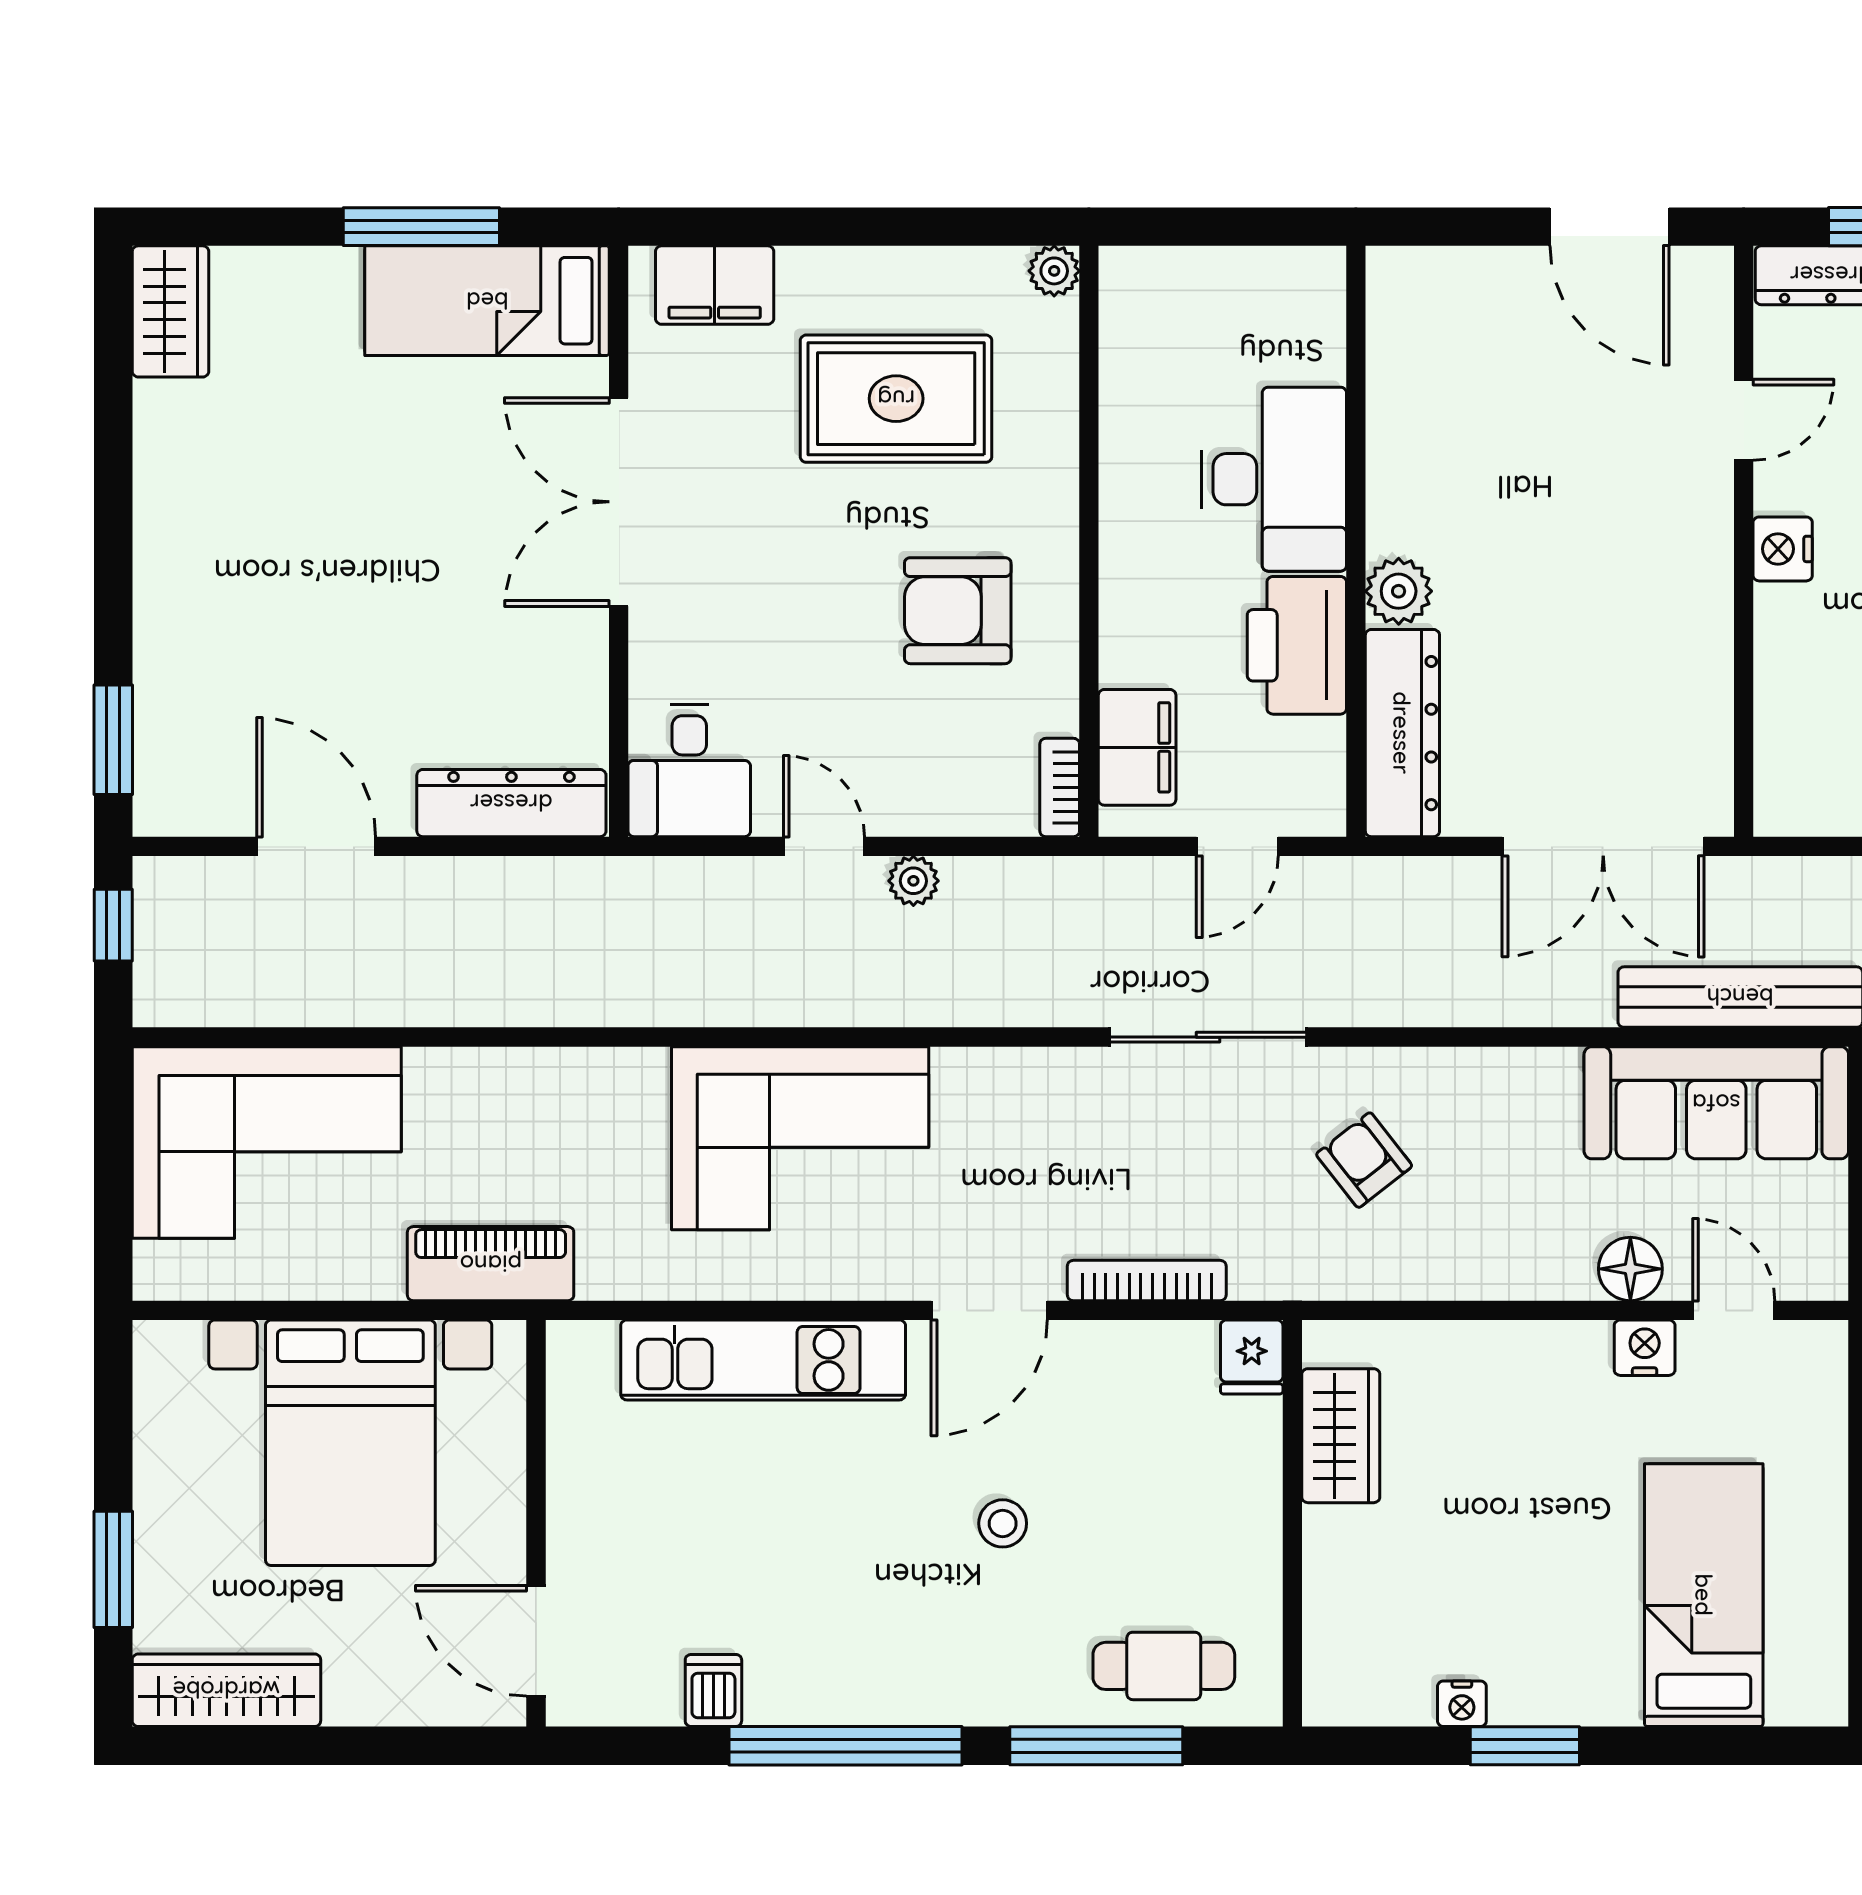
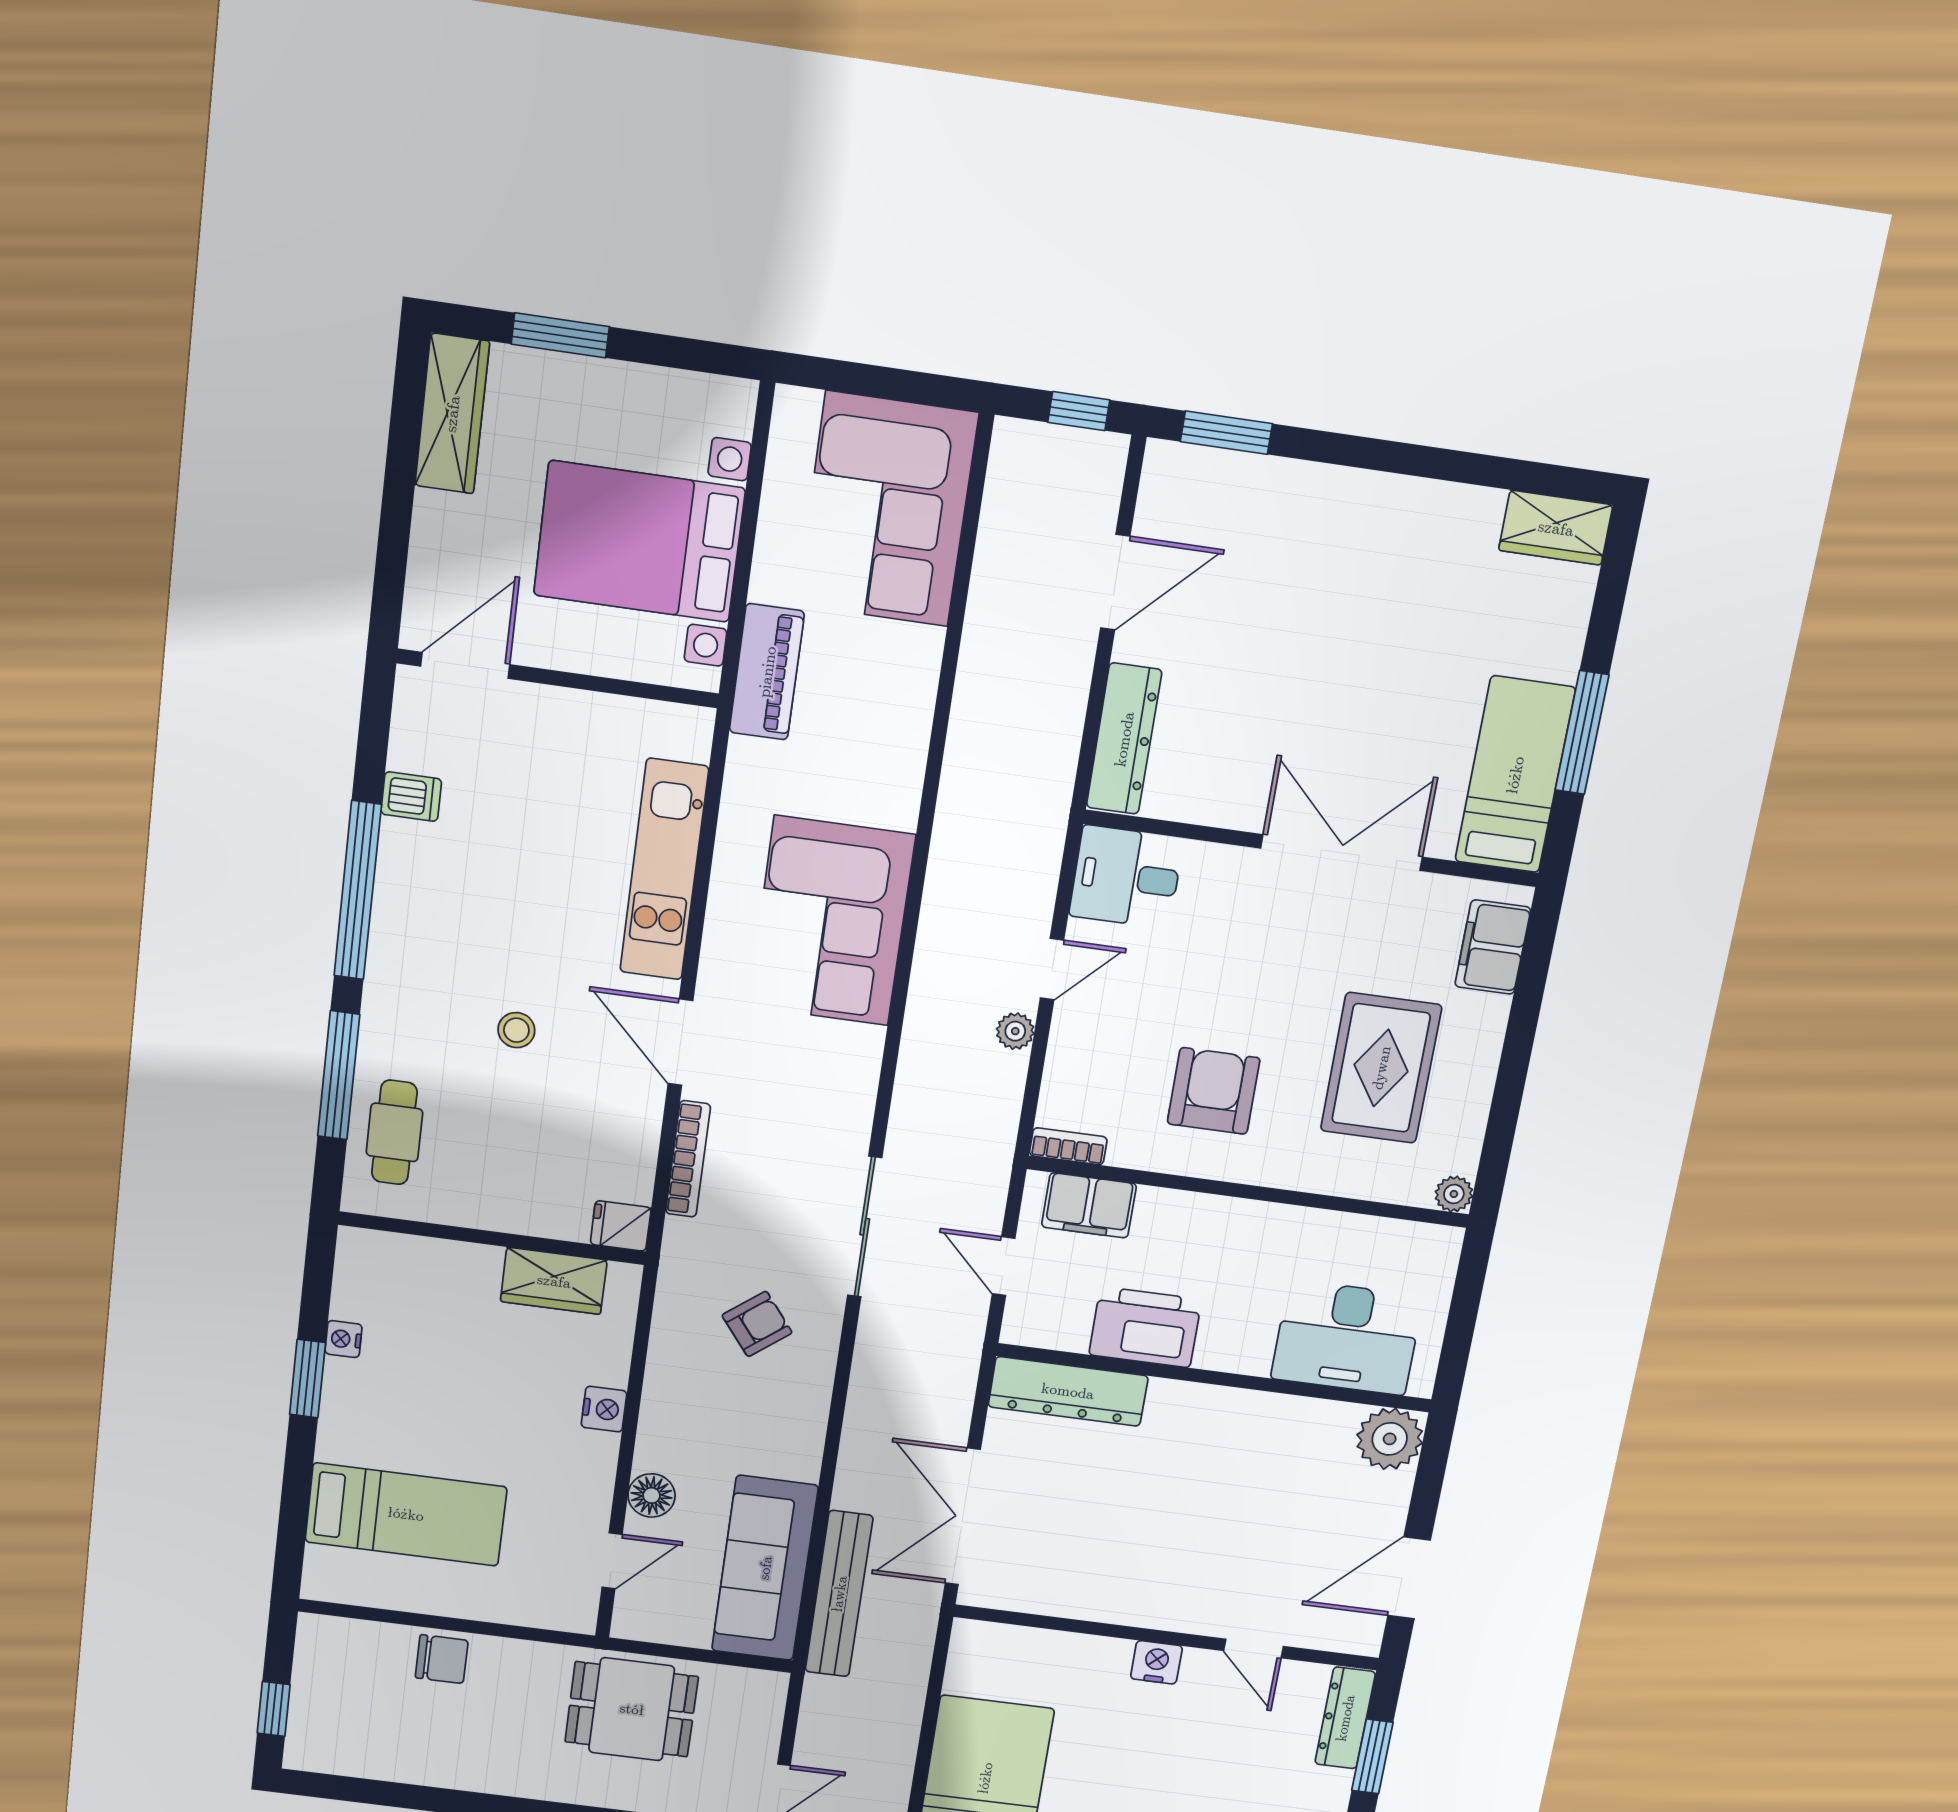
desk: (1274, 479) -> (1347, 1337), moved
plant: (1399, 591) -> (1390, 1439), moved, width x1.36, depth x1.36
nightstand: (1645, 1348) -> (604, 1409), moved

